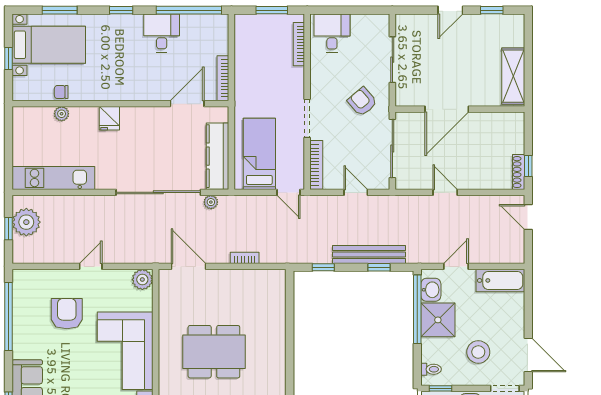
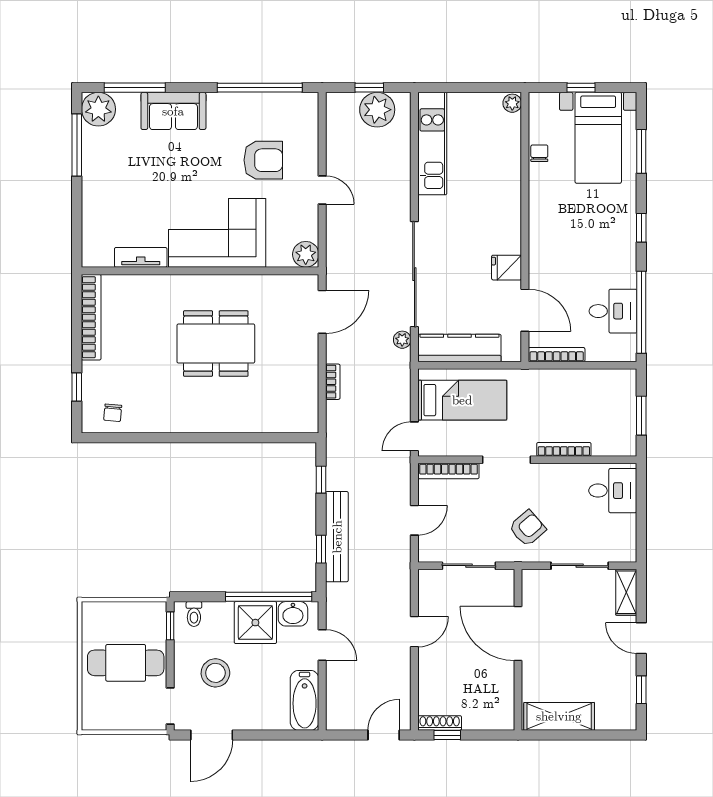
shelving: (414, 22) -> (626, 592), added
desk: (162, 33) -> (613, 311), moved
bookcase: (299, 44) -> (564, 449), moved
plant: (62, 114) -> (512, 103), moved
fridge: (109, 118) -> (507, 268), moved
sliding door: (392, 148) -> (469, 566), width x0.73
dining table: (214, 352) -> (216, 344), turned 90

